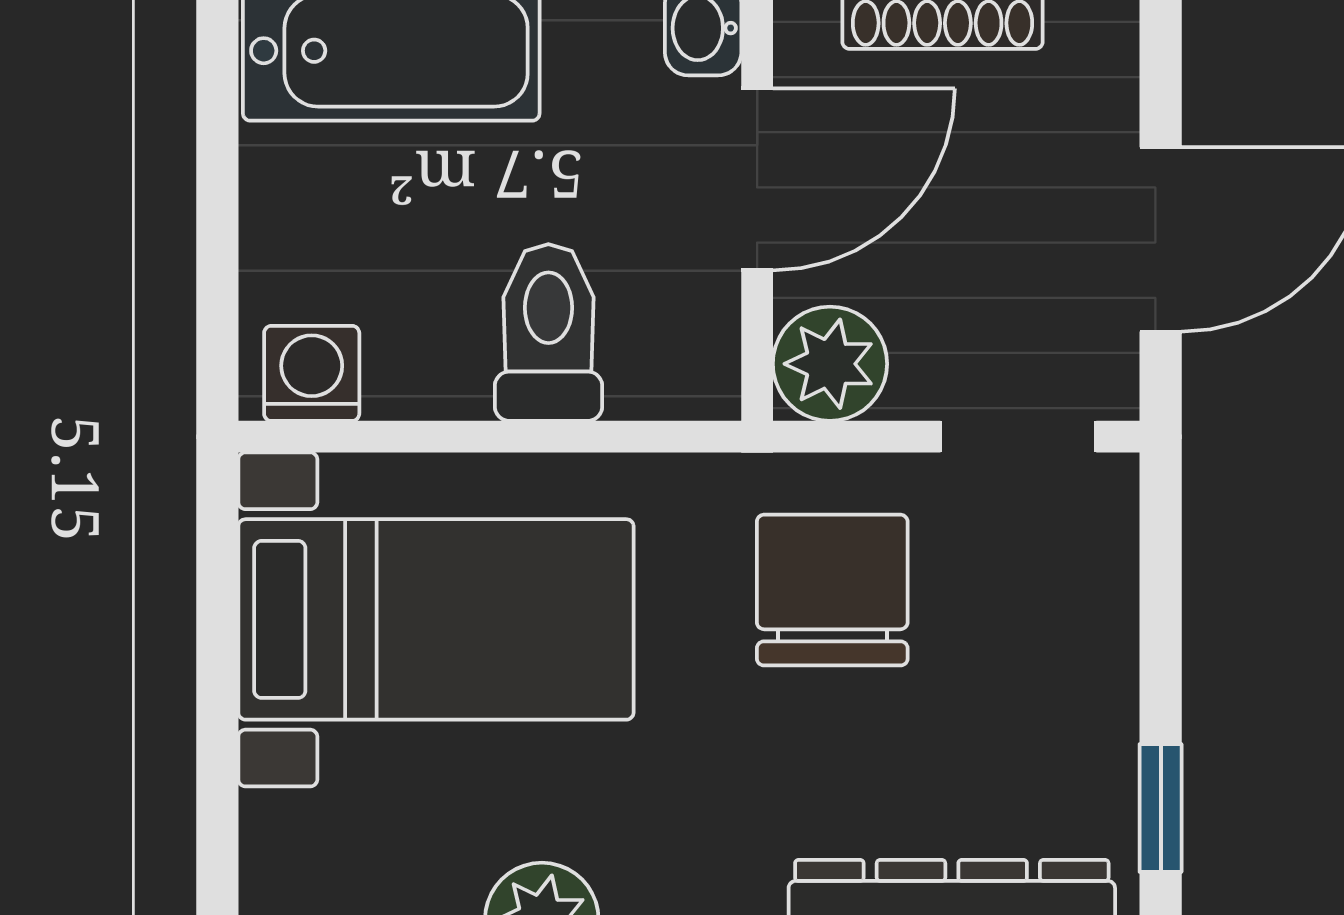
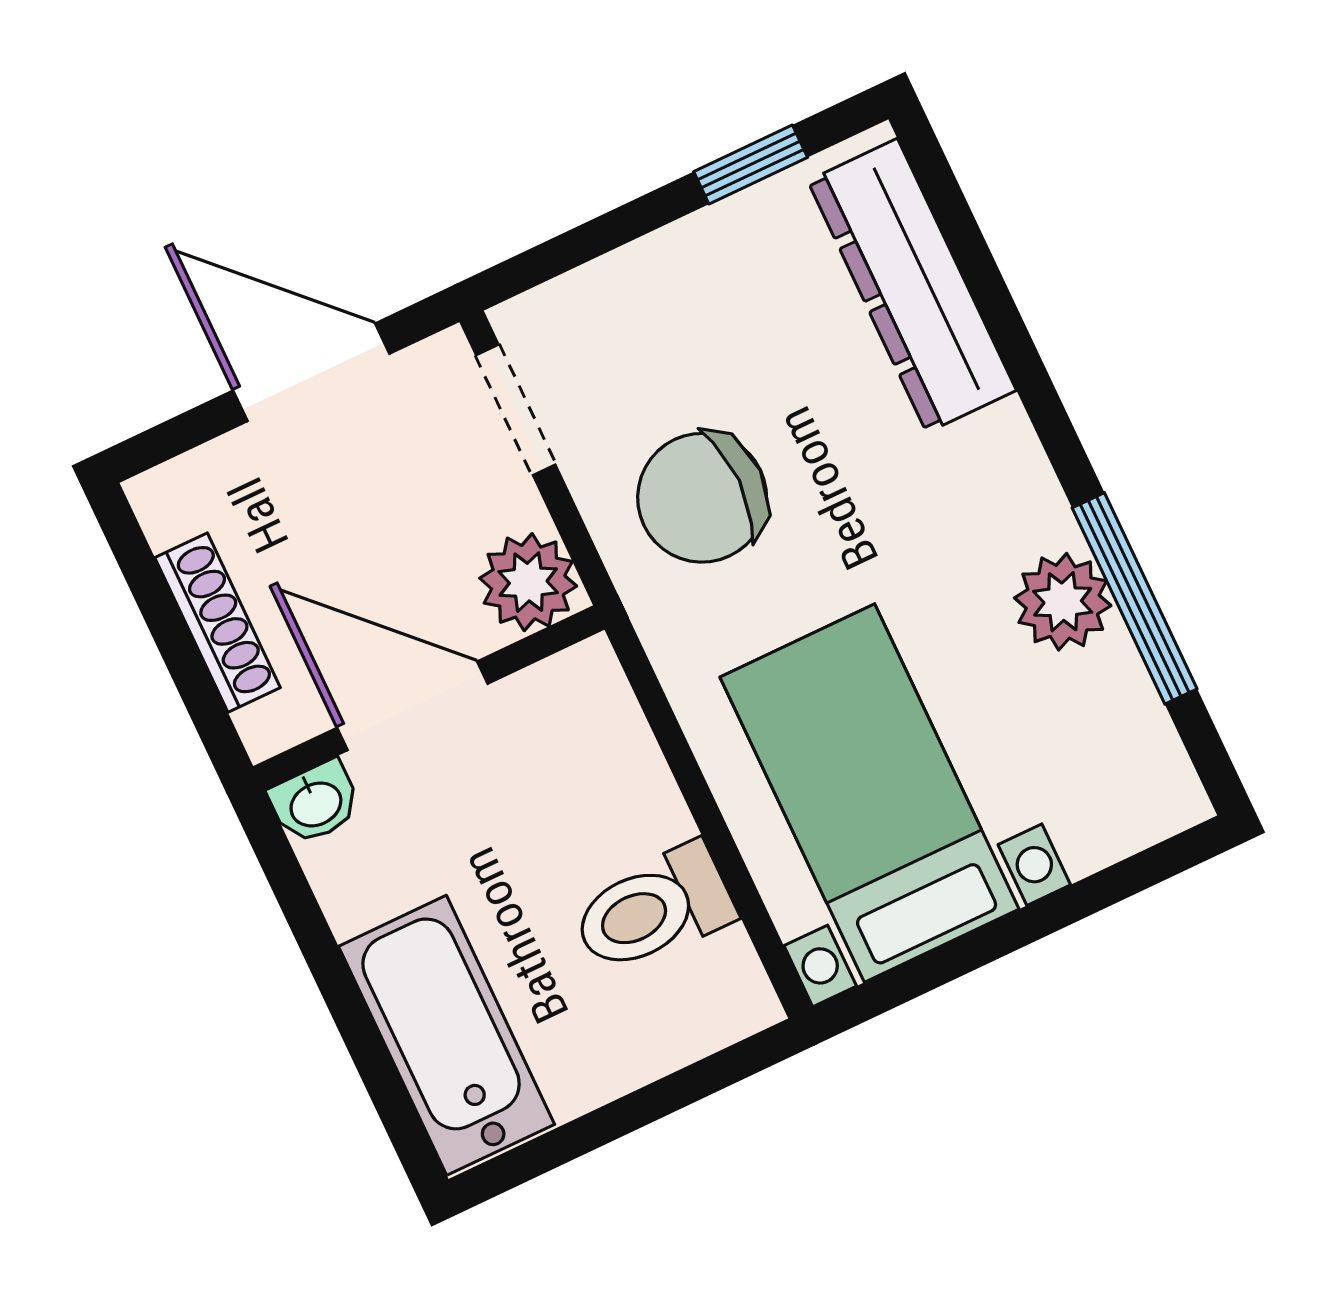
toilet: (548, 332) -> (653, 909), moved
washing machine: (312, 373) -> (725, 979), removed

